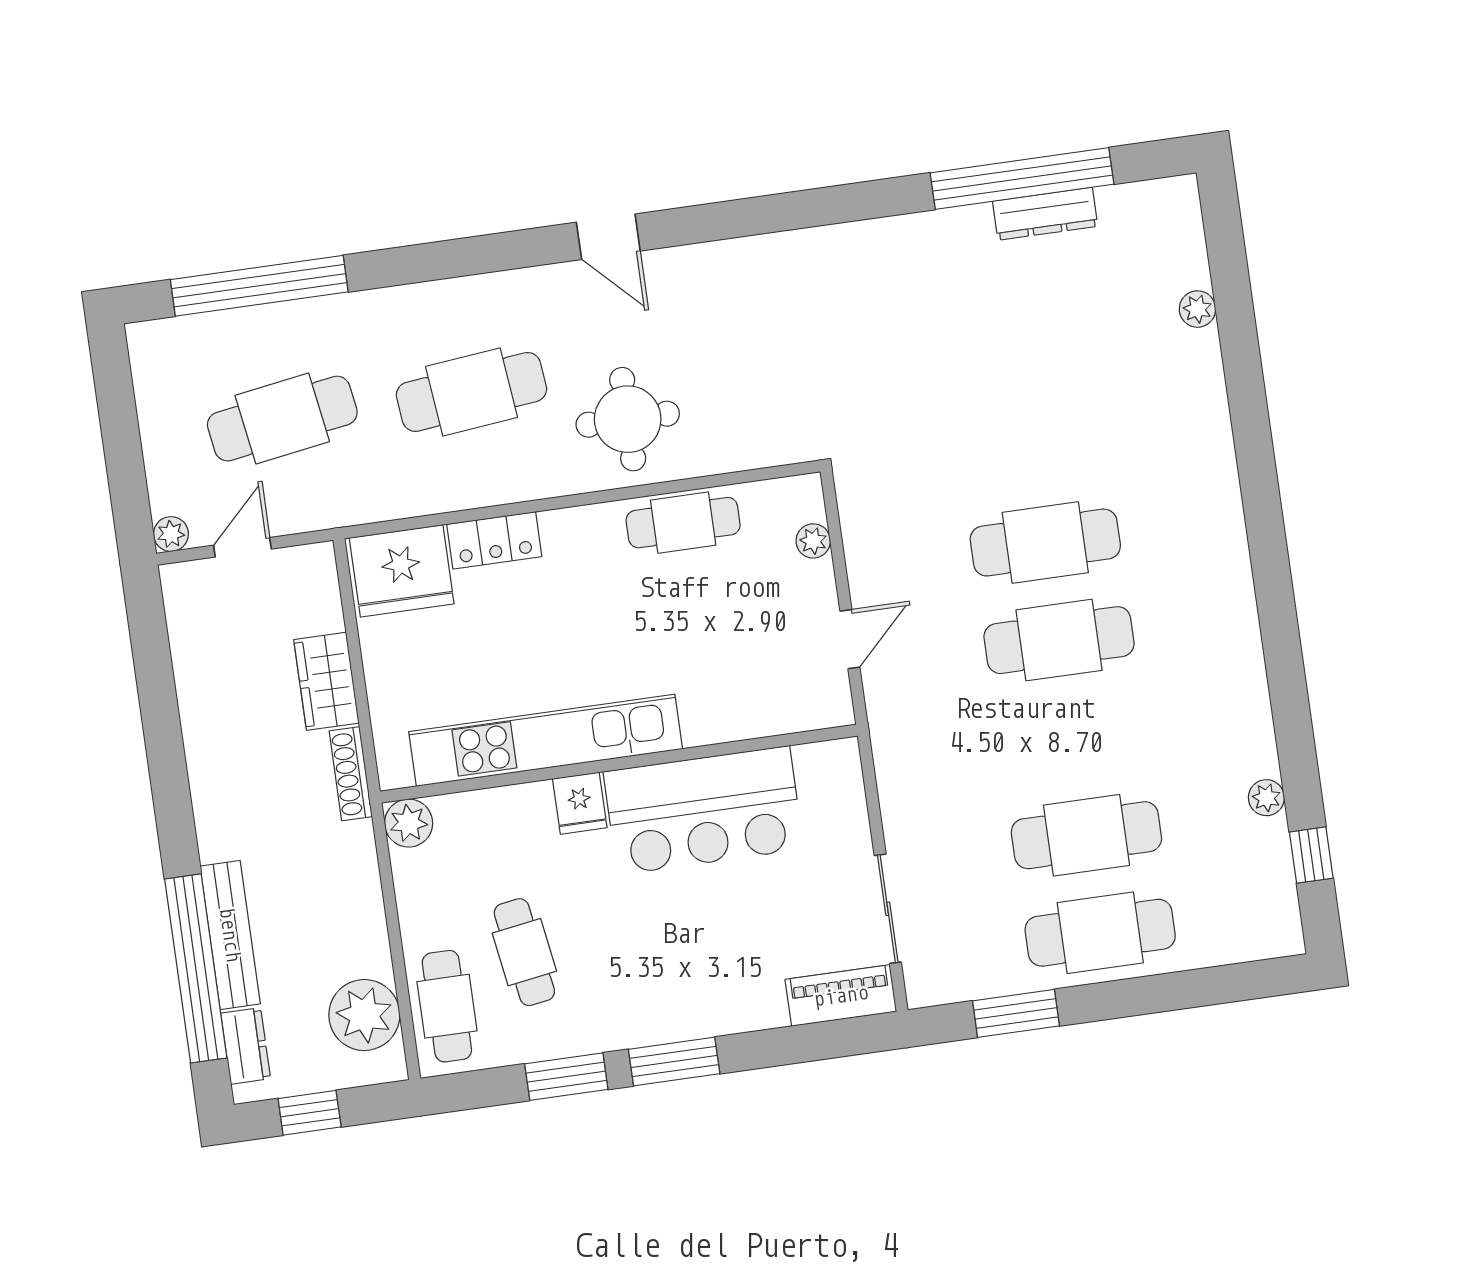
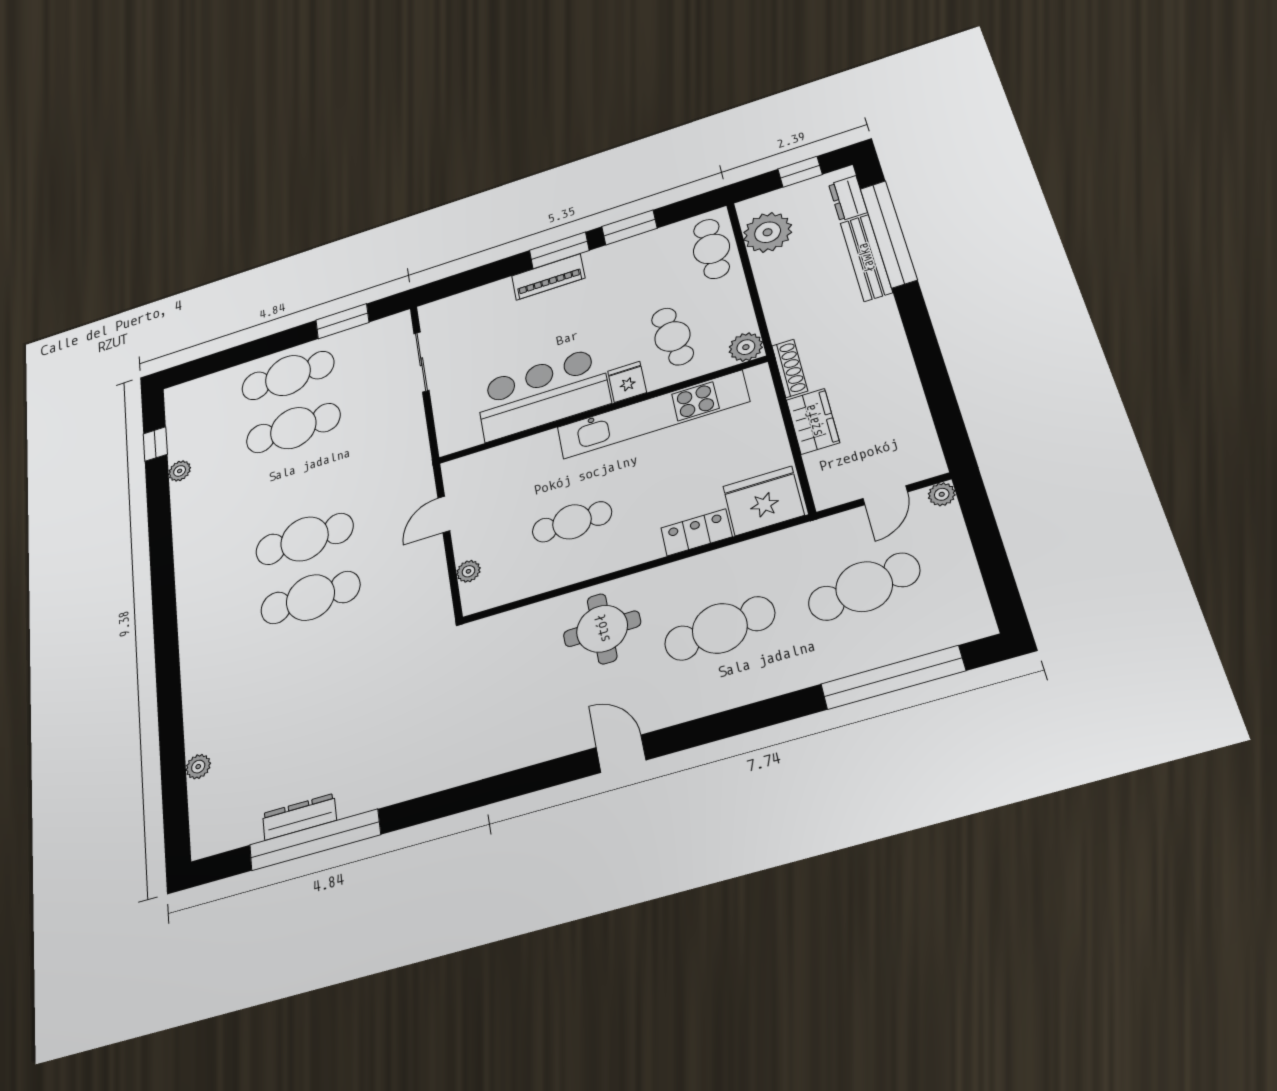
cafe table: (683, 523) -> (572, 522), moved
cafe table: (524, 952) -> (672, 336), moved
piano: (841, 996) -> (548, 277), moved

